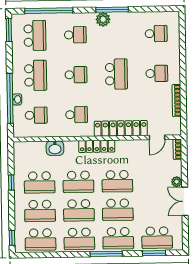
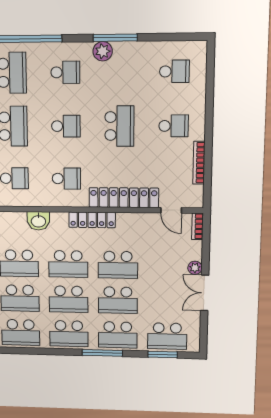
door: (157, 137) -> (171, 210), hinge flipped

